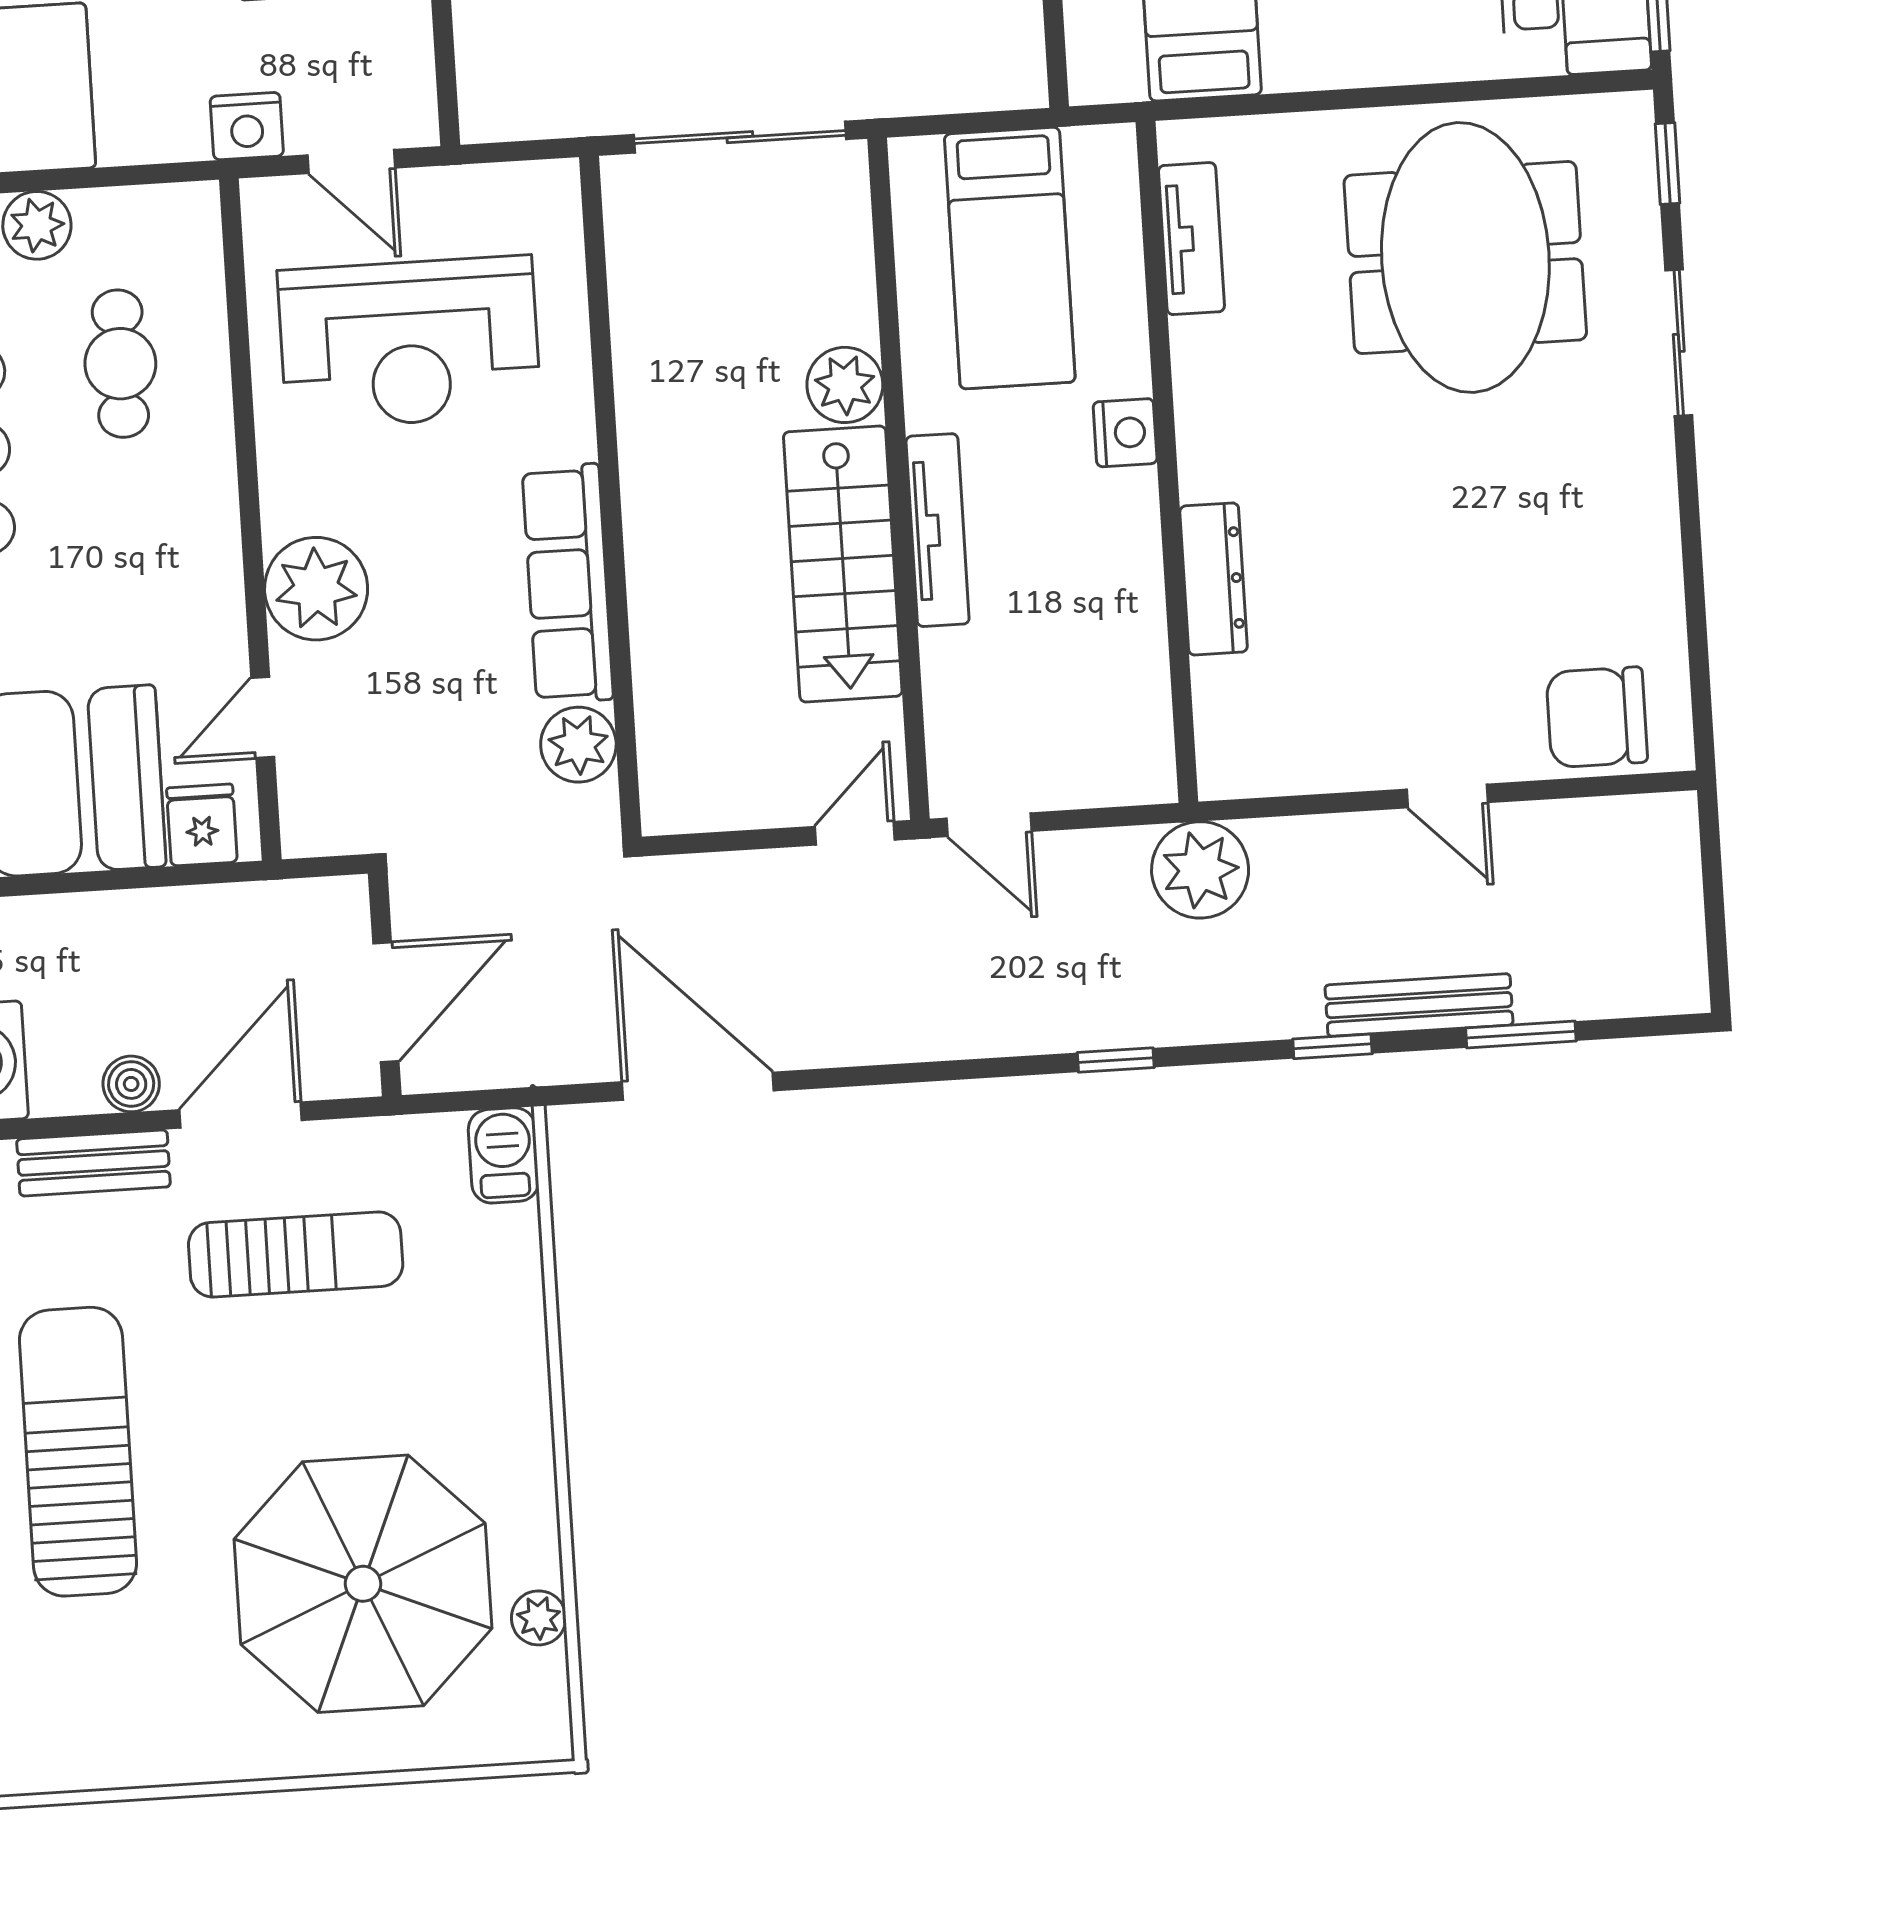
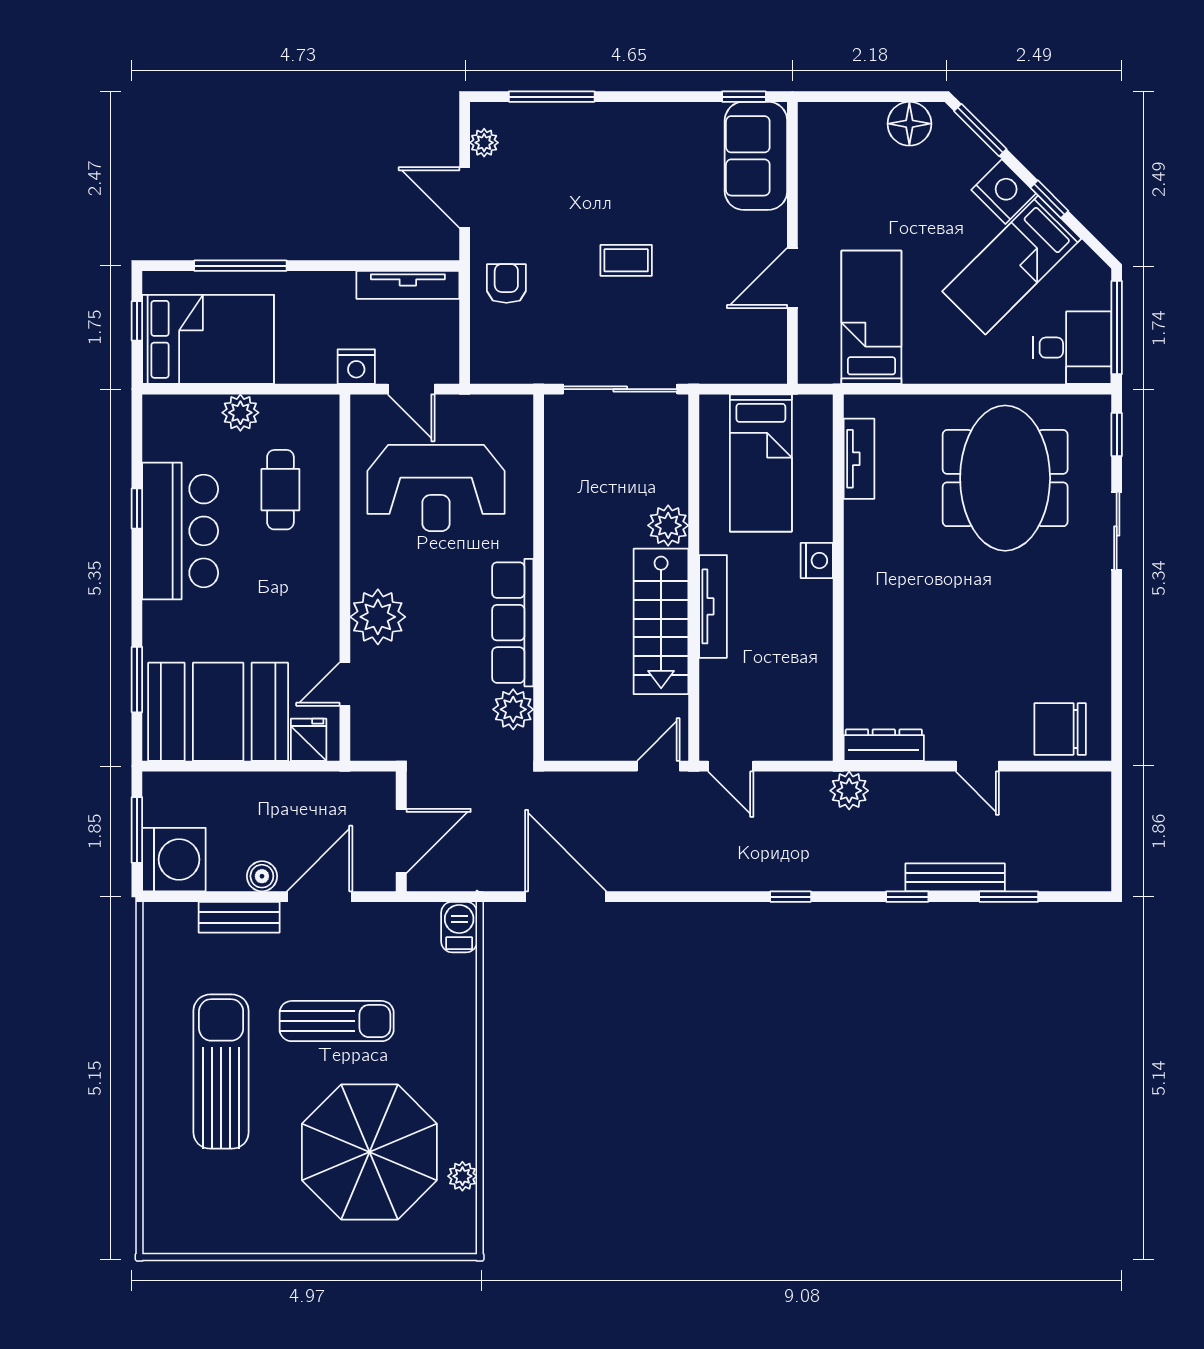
dresser: (1214, 579) -> (884, 745), moved, turned -90
plant: (1200, 870) -> (849, 791), width x0.73, depth x0.73
sun lounger: (296, 1254) -> (337, 1021), moved

